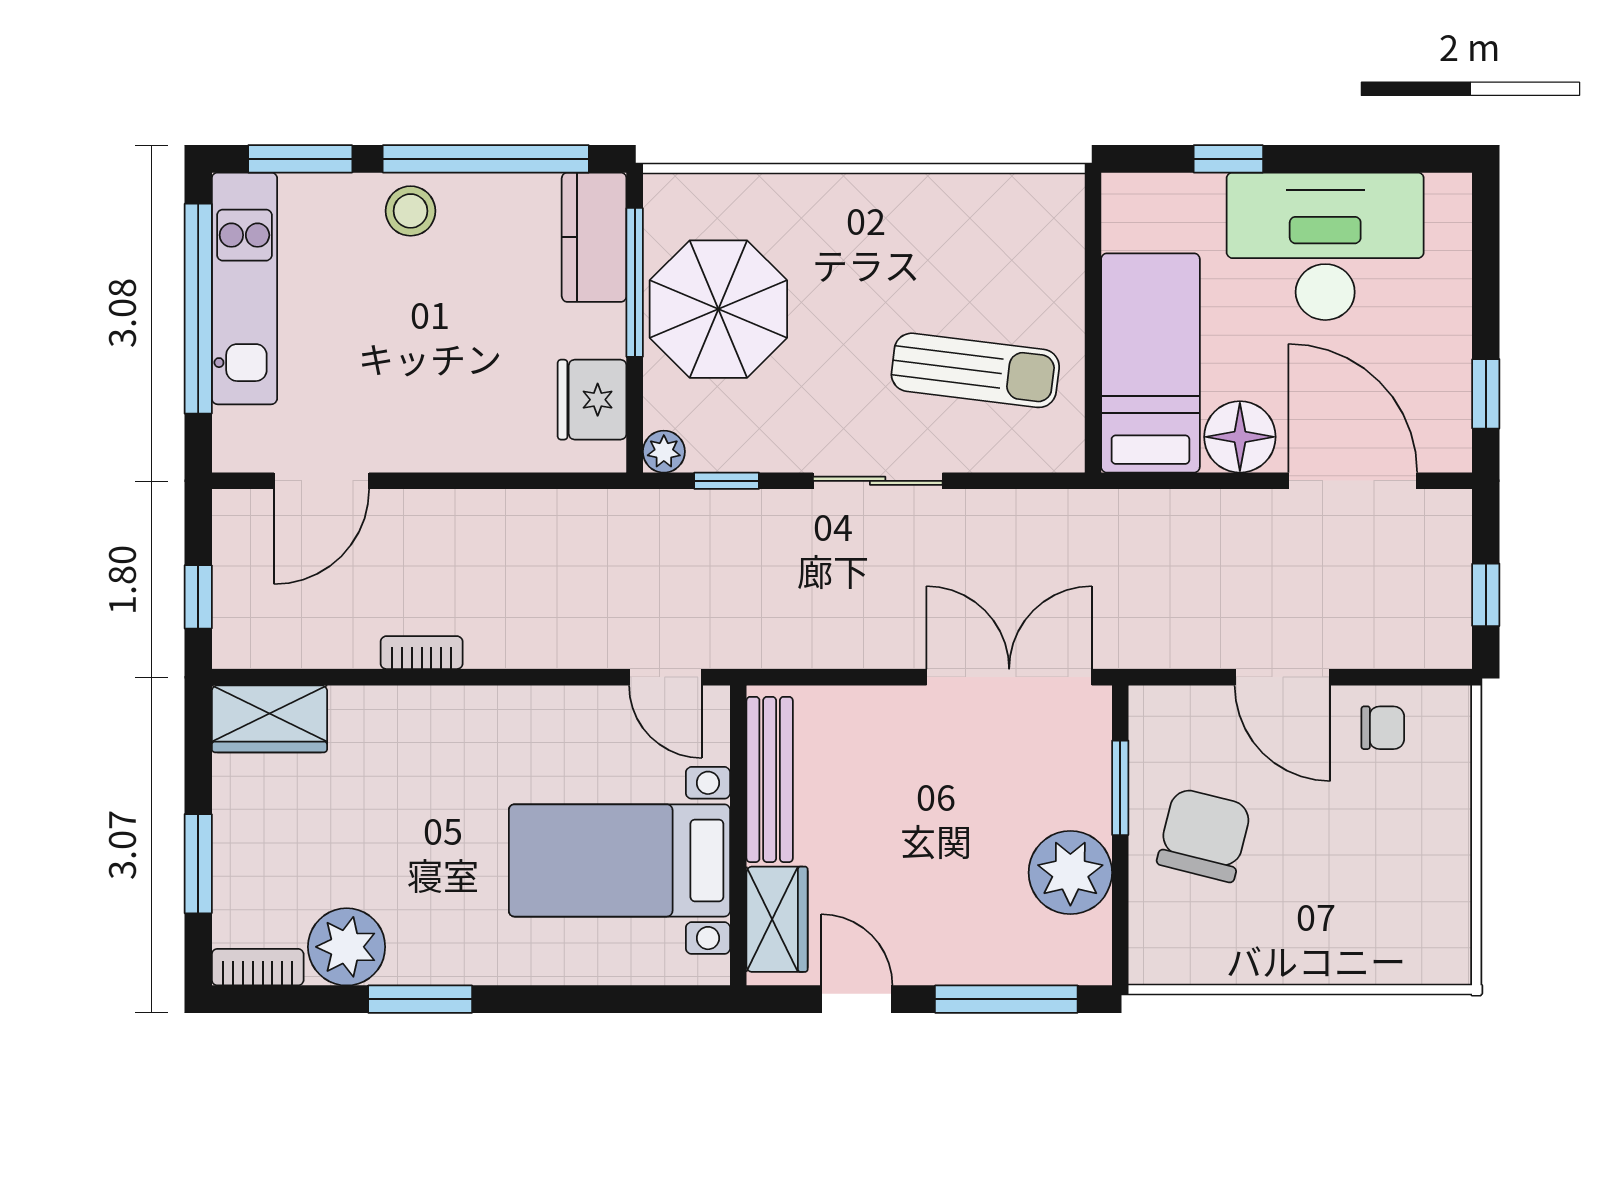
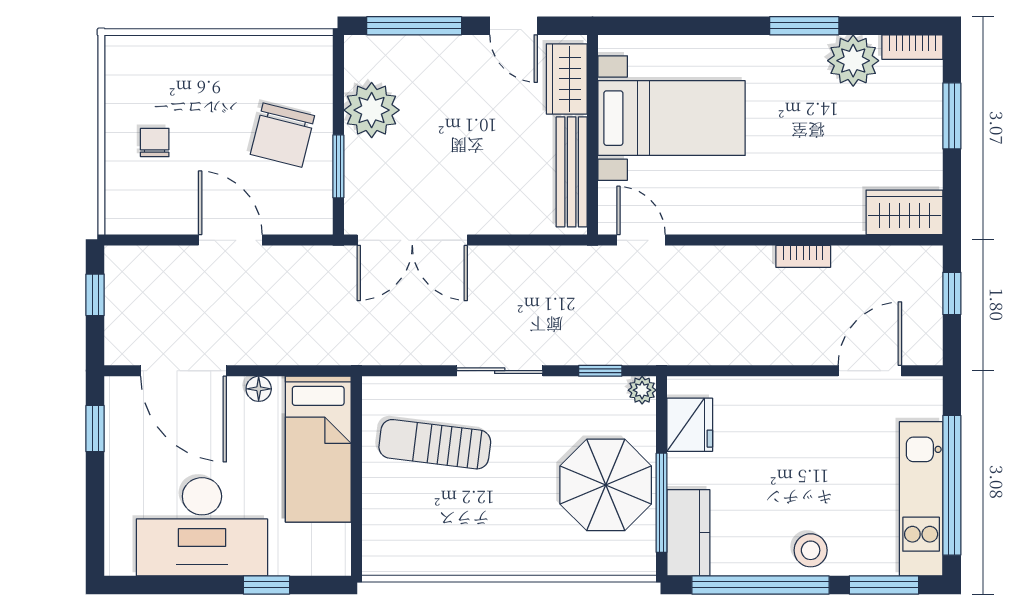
floor lamp: (1240, 437) -> (259, 389), width x0.53, depth x0.53
chair: (1383, 728) -> (155, 142), moved, turned 90

